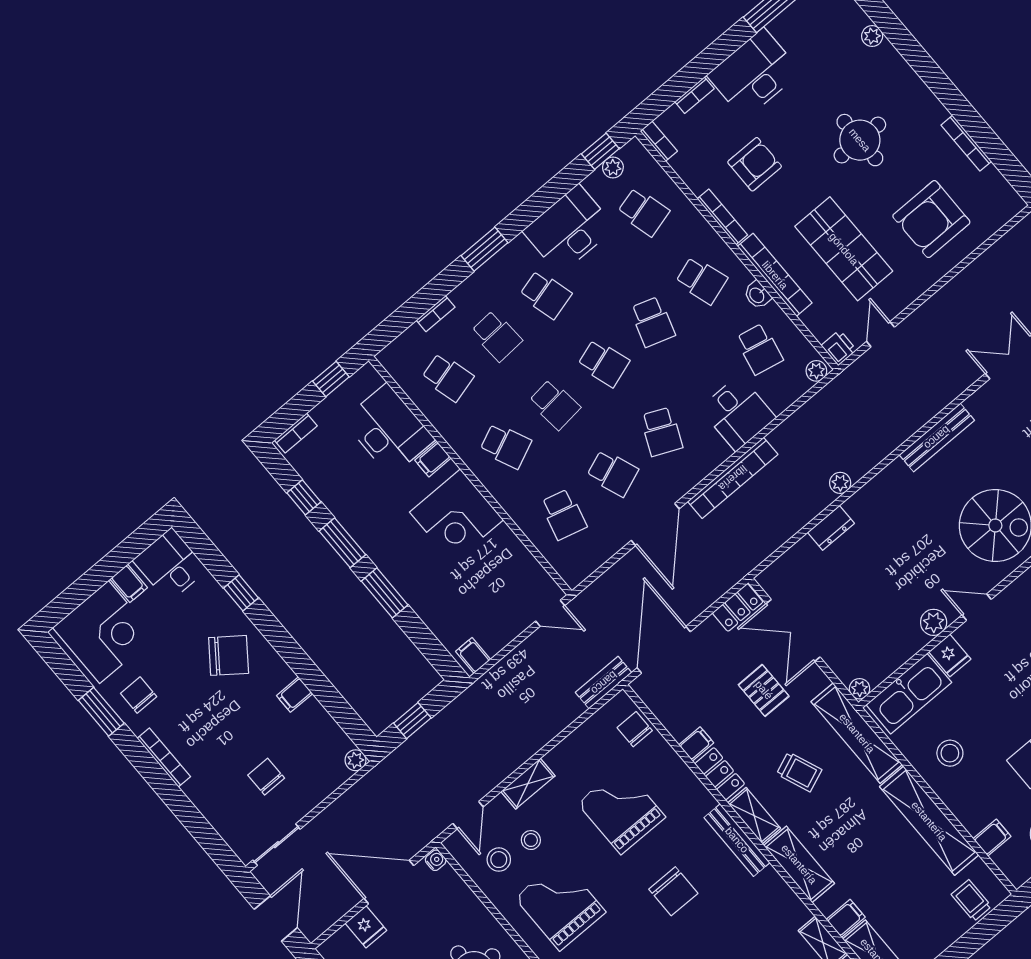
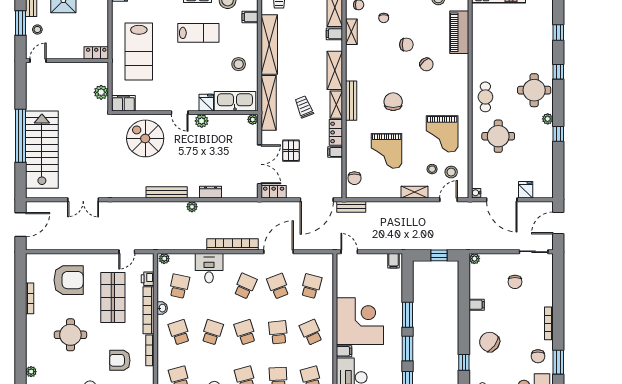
printer: (839, 348) -> (148, 279), moved
bench: (937, 438) -> (167, 192), moved
corner desk: (456, 516) -> (360, 321), width x1.36, depth x1.36

